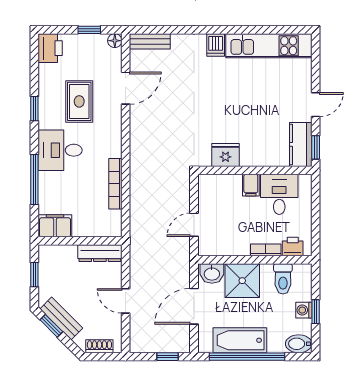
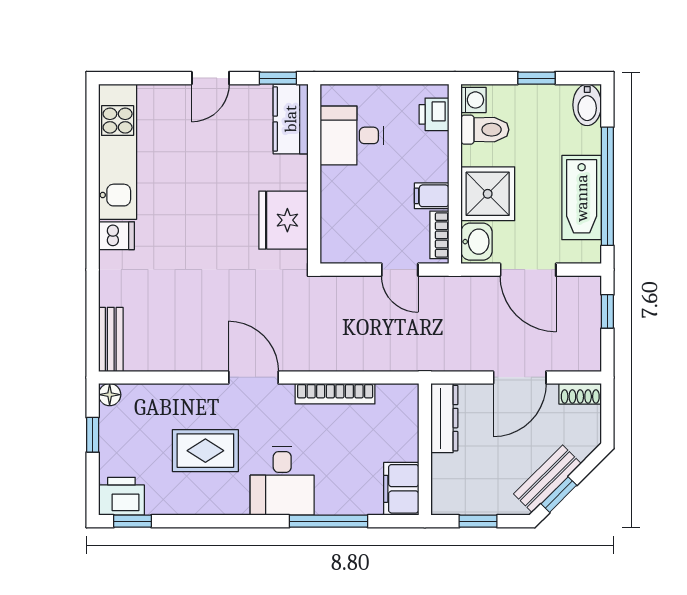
door: (126, 88) -> (253, 377), moved
door: (316, 105) -> (210, 78), swing flipped
window: (34, 109) -> (132, 521), moved
kitchen counter: (301, 144) -> (291, 119), moved, turned 90
fridge: (225, 155) -> (283, 220), width x1.36, depth x1.34
filing cabinet: (251, 185) -> (432, 196), moved, turned 180
bookcase: (266, 250) -> (439, 235), moved
door: (126, 301) -> (520, 377), width x1.38
washing machine: (304, 310) -> (473, 100), moved, turned -90
shoe rack: (99, 346) -> (580, 394), moved, turned -90

